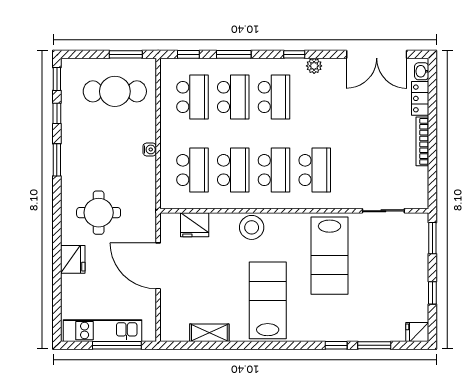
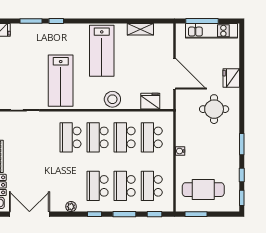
window: (294, 54) -> (94, 214), moved
lab bench: (330, 256) -> (61, 81), turned 180

